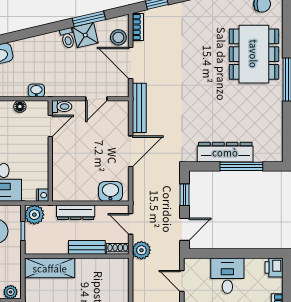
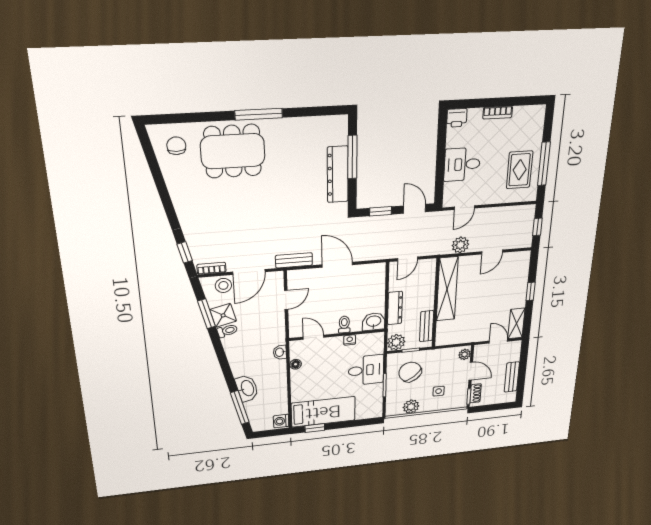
door: (96, 99) -> (286, 300), hinge flipped
toilet: (62, 107) -> (344, 324), moved
bench: (139, 108) -> (294, 260), width x0.73
washbasin: (110, 191) -> (374, 322), moved, turned 90
nightstand: (43, 195) -> (350, 340), moved
bench: (87, 247) -> (427, 326), moved
shoe rack: (118, 249) -> (431, 268), removed
plant: (141, 250) -> (460, 245), moved
shelving: (50, 268) -> (447, 289), moved, width x1.47

